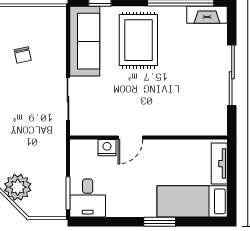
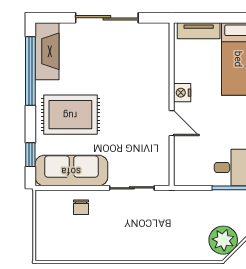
fireplace: (207, 15) -> (47, 51), width x1.37, depth x1.32
chair: (23, 55) -> (81, 207), moved, turned 102
nightstand: (107, 148) -> (182, 93), moved

